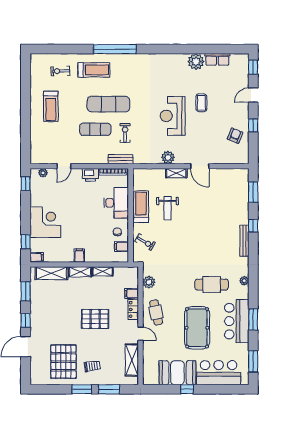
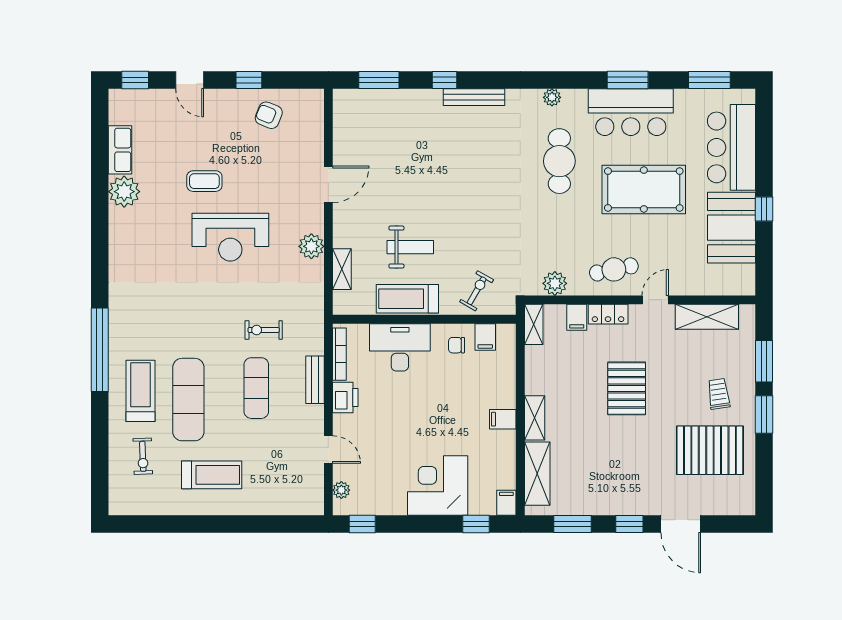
exercise mat: (108, 104) -> (188, 400), moved
bench: (121, 159) -> (315, 380), moved
shelving: (176, 173) -> (342, 269), moved
shelving: (103, 271) -> (534, 324), moved

